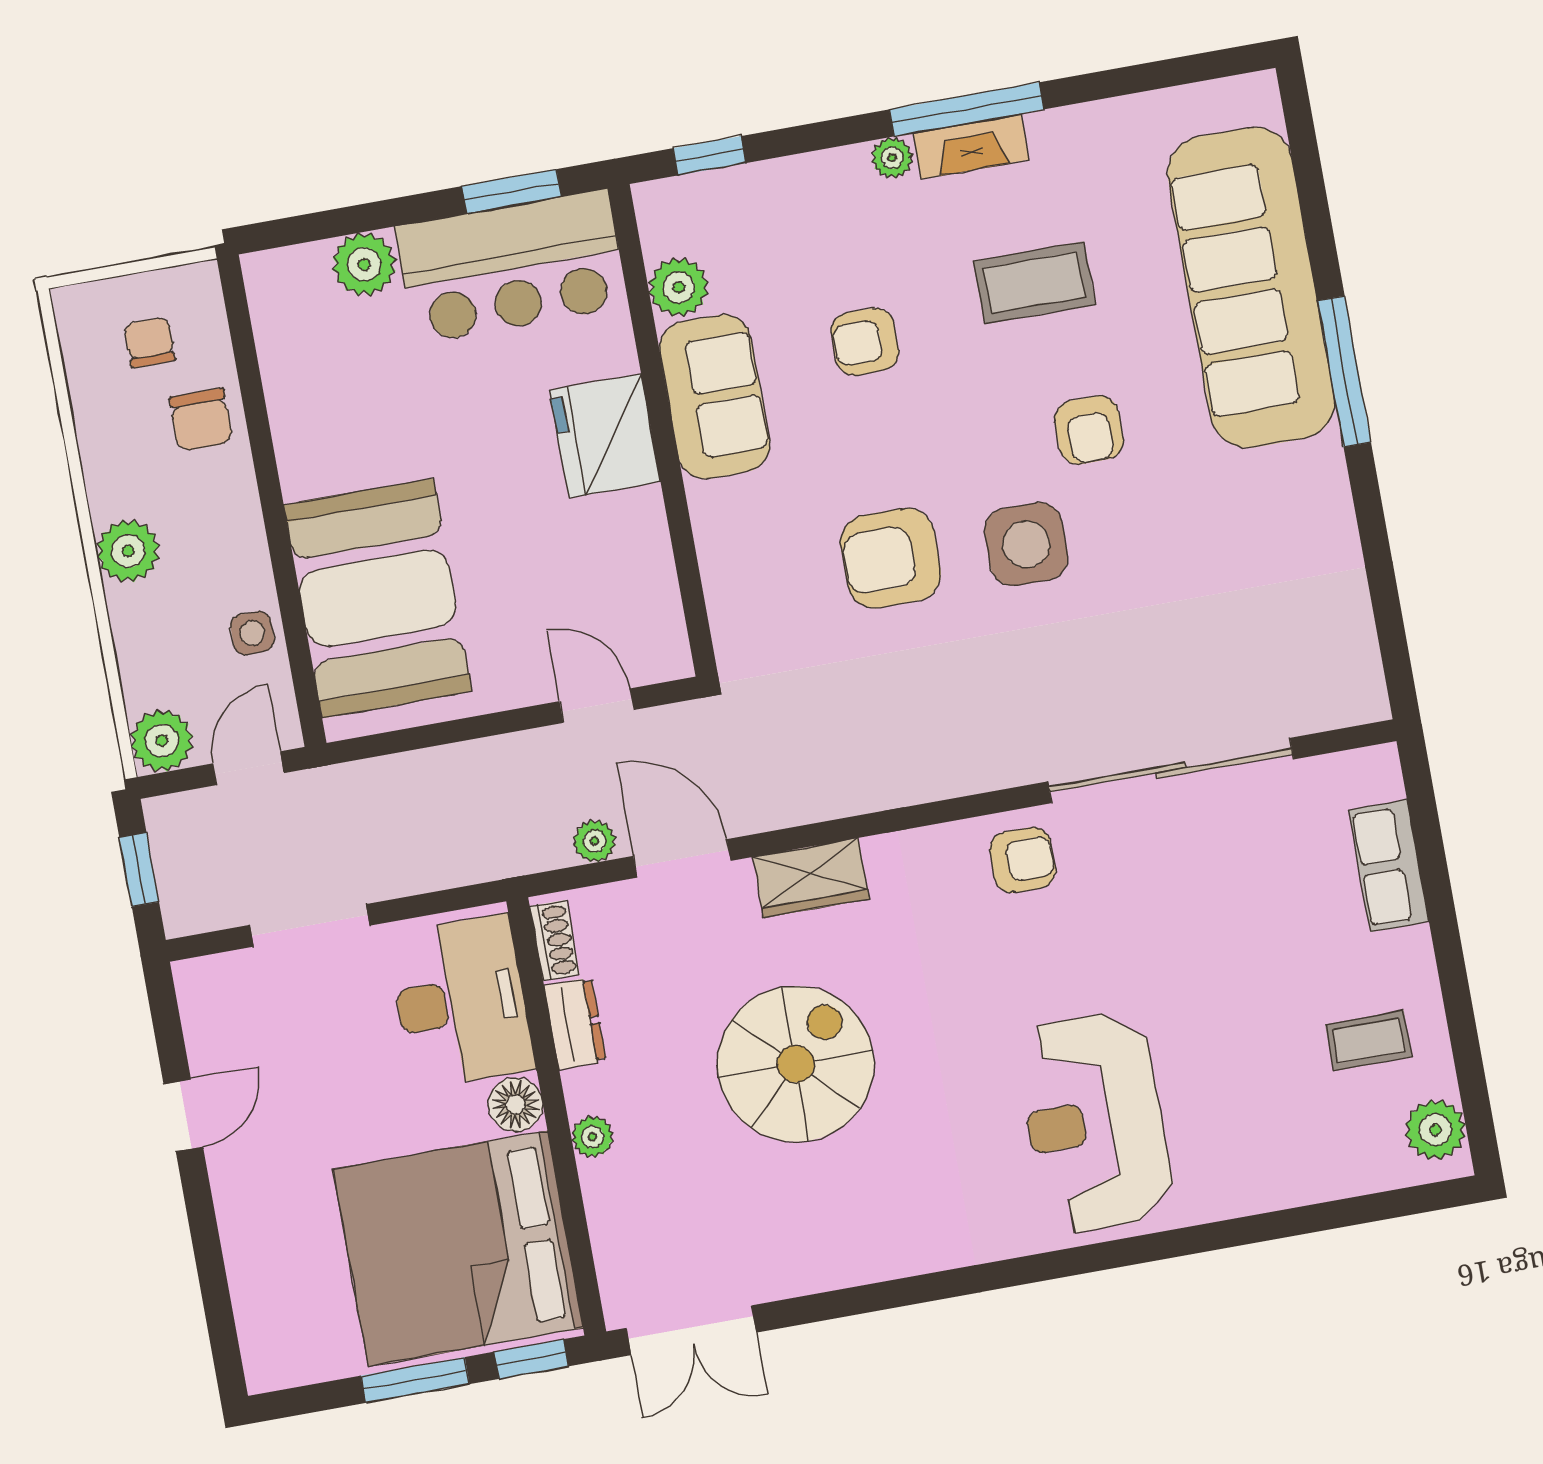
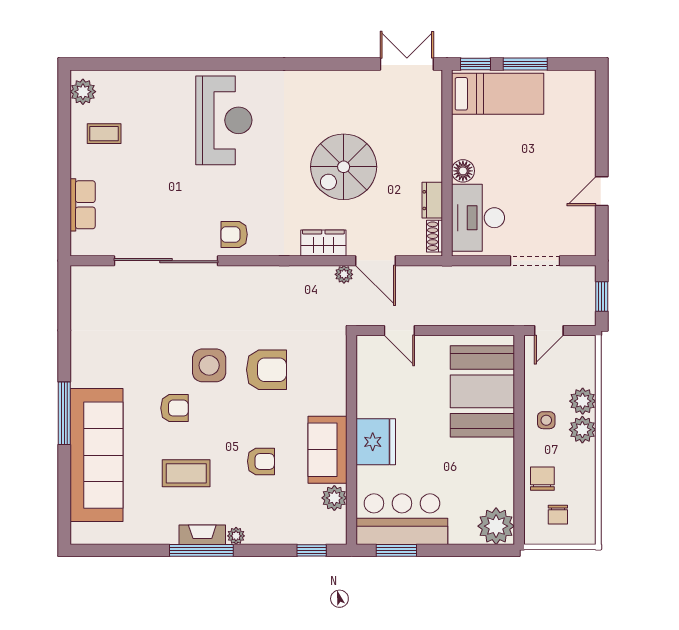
plant: (364, 264) -> (496, 526), moved, width x1.36, depth x1.36
armchair: (1089, 430) -> (175, 408), turned 90
side table: (252, 633) -> (546, 420), moved
plant: (162, 741) -> (583, 401), moved
plant: (595, 841) -> (344, 274), moved
plant: (592, 1137) -> (433, 152), removed
bed: (458, 1249) -> (498, 94), width x0.49

